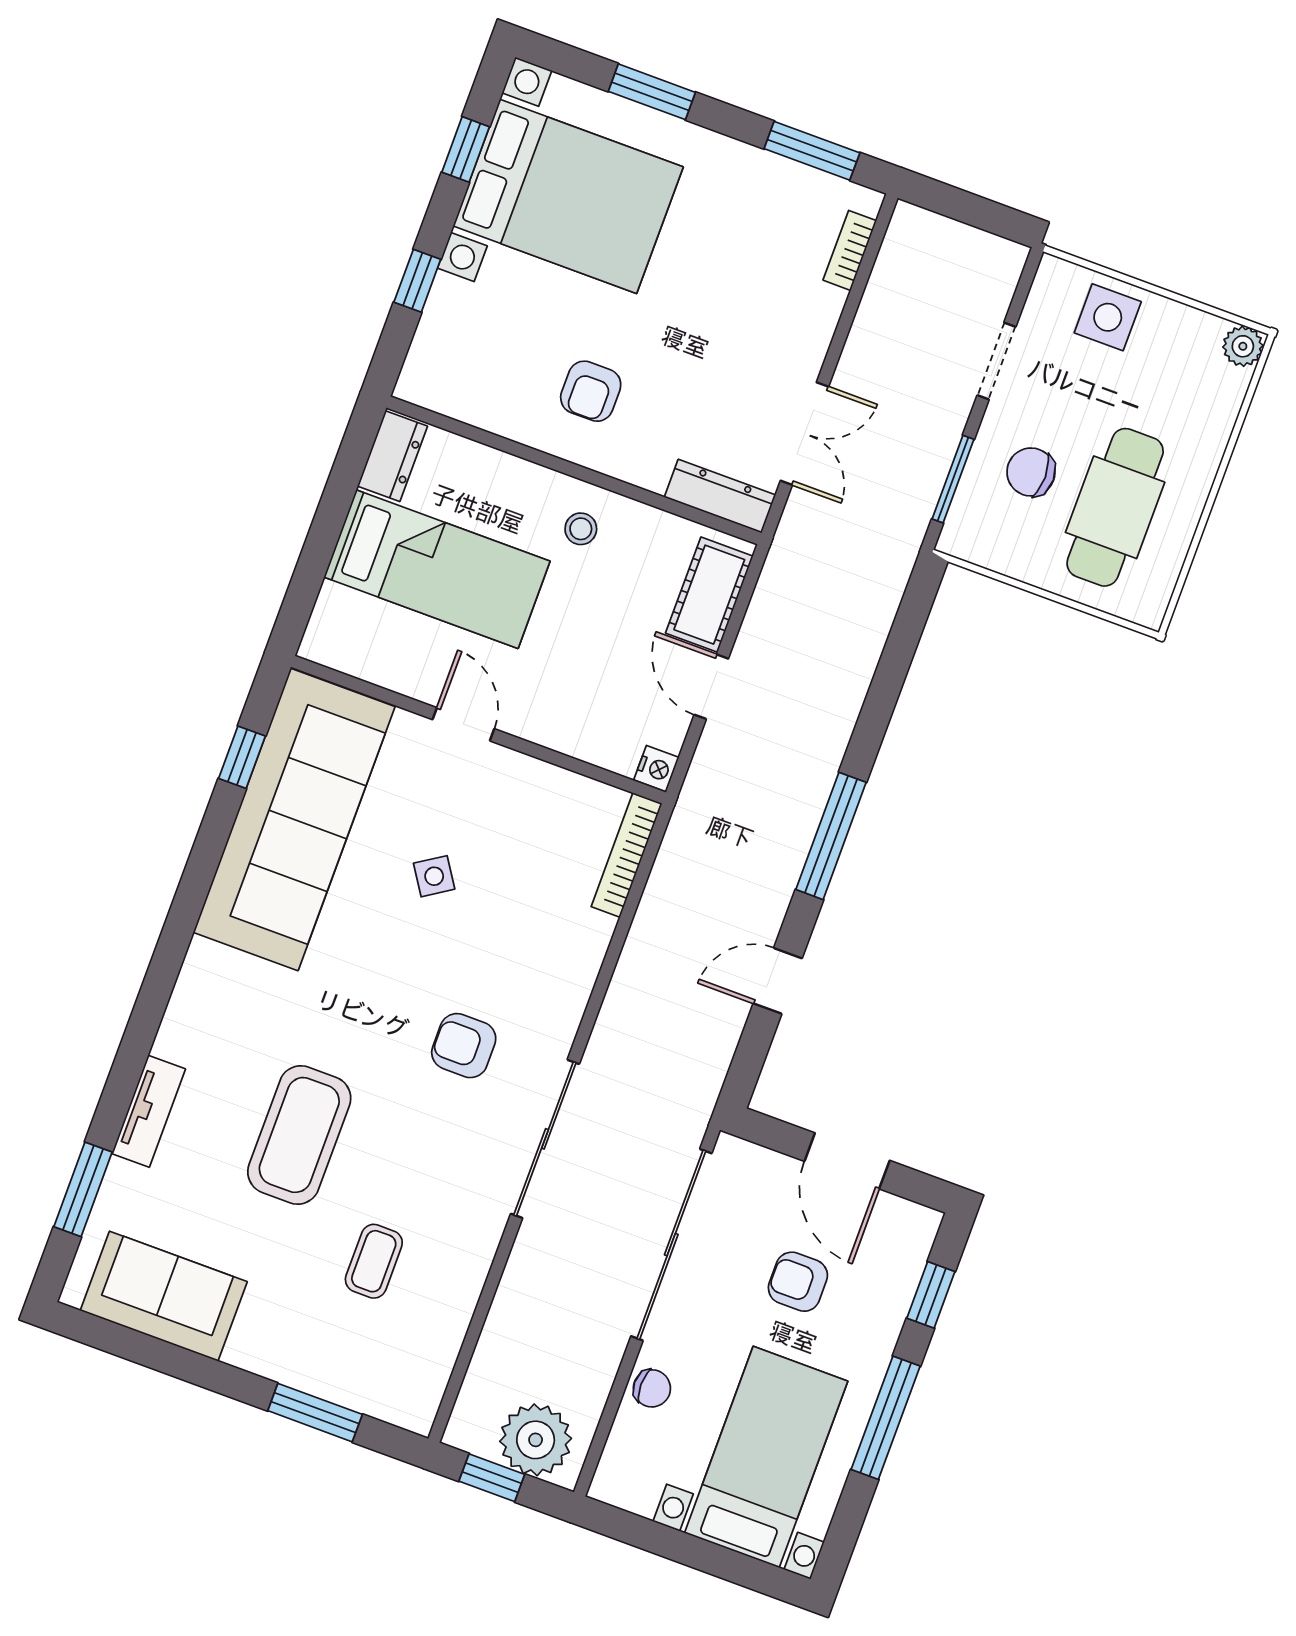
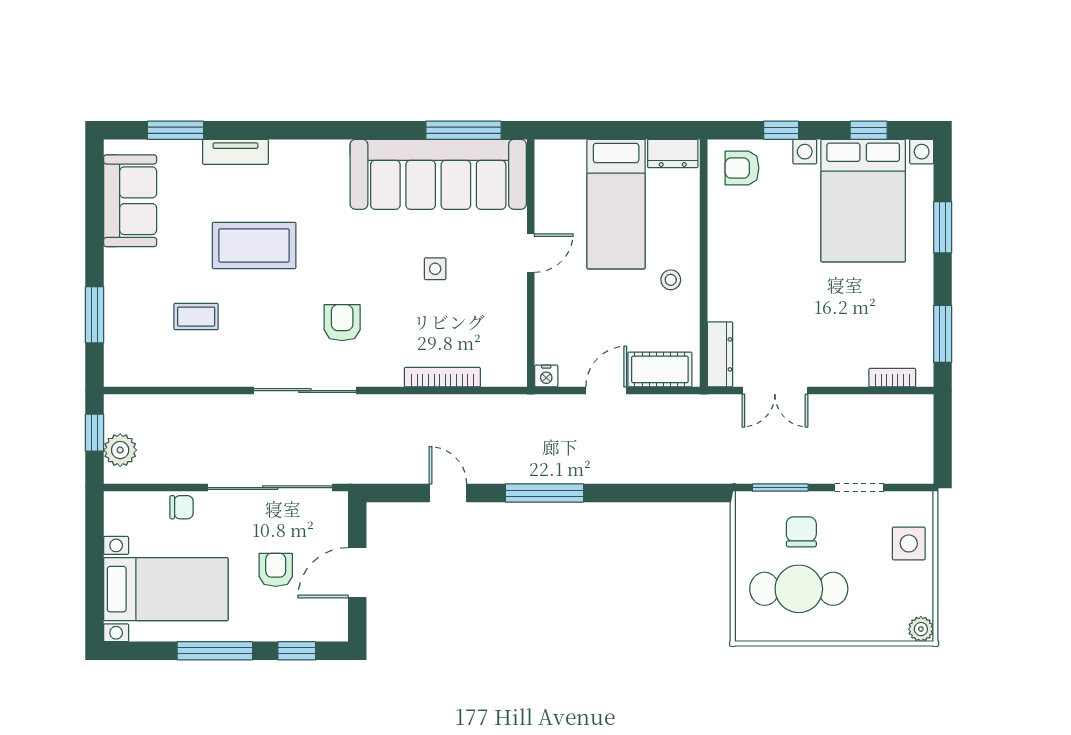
armchair: (591, 391) -> (742, 168), moved
window: (242, 757) -> (464, 130), width x2.17
bookcase: (627, 855) -> (442, 377), moved
side table: (434, 876) -> (435, 269), turned 33
chair: (652, 1388) -> (182, 507), turned -90
plant: (536, 1440) -> (120, 450), width x0.73, depth x0.73

